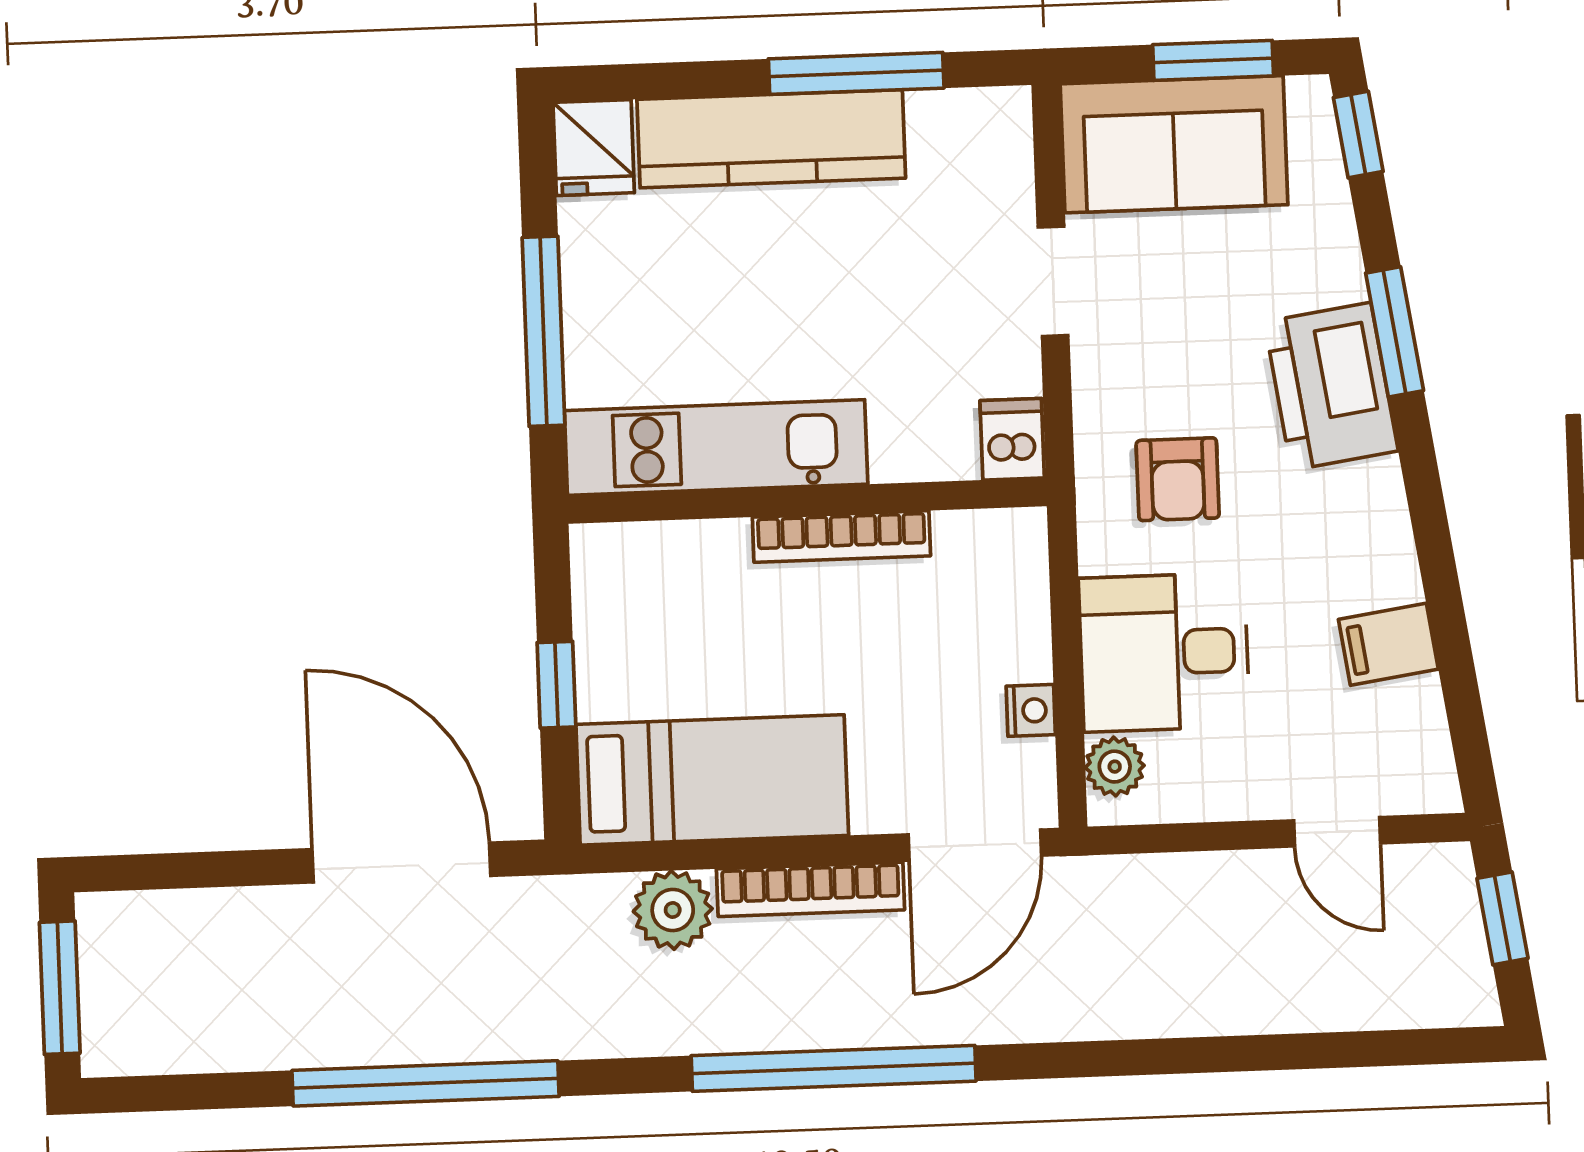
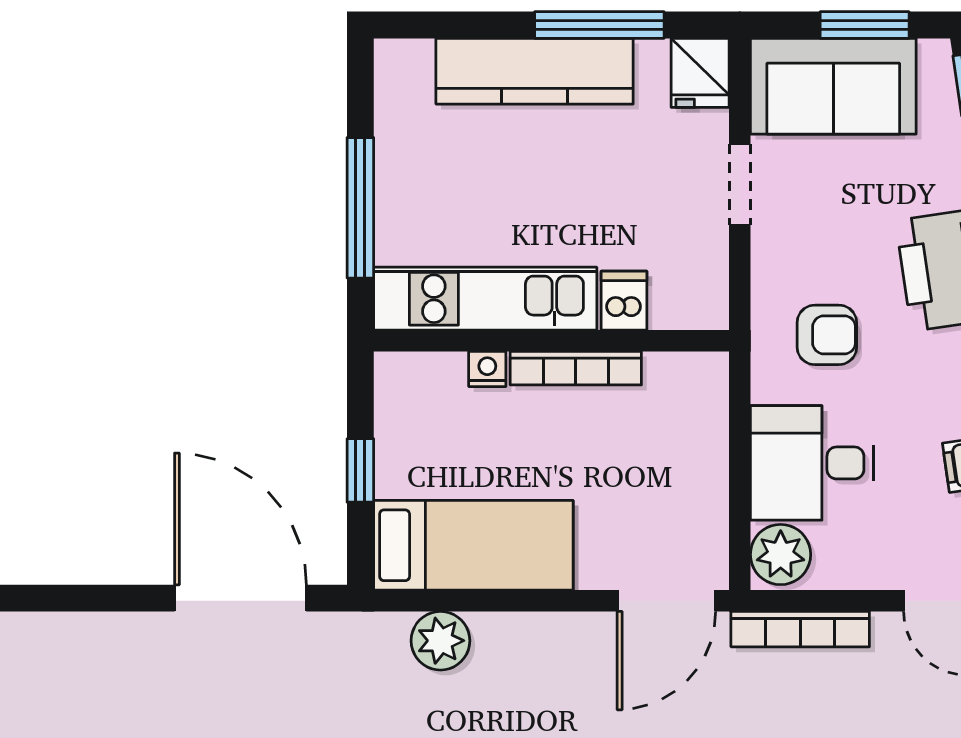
fridge: (594, 148) -> (700, 73), moved
dishwasher: (1012, 439) -> (624, 301), moved
armchair: (1178, 479) -> (827, 335), turned -90
nightstand: (1031, 710) -> (487, 369), moved, turned -90
plant: (1115, 767) -> (781, 555), width x1.38, depth x1.38
bookcase: (811, 889) -> (800, 629), moved

